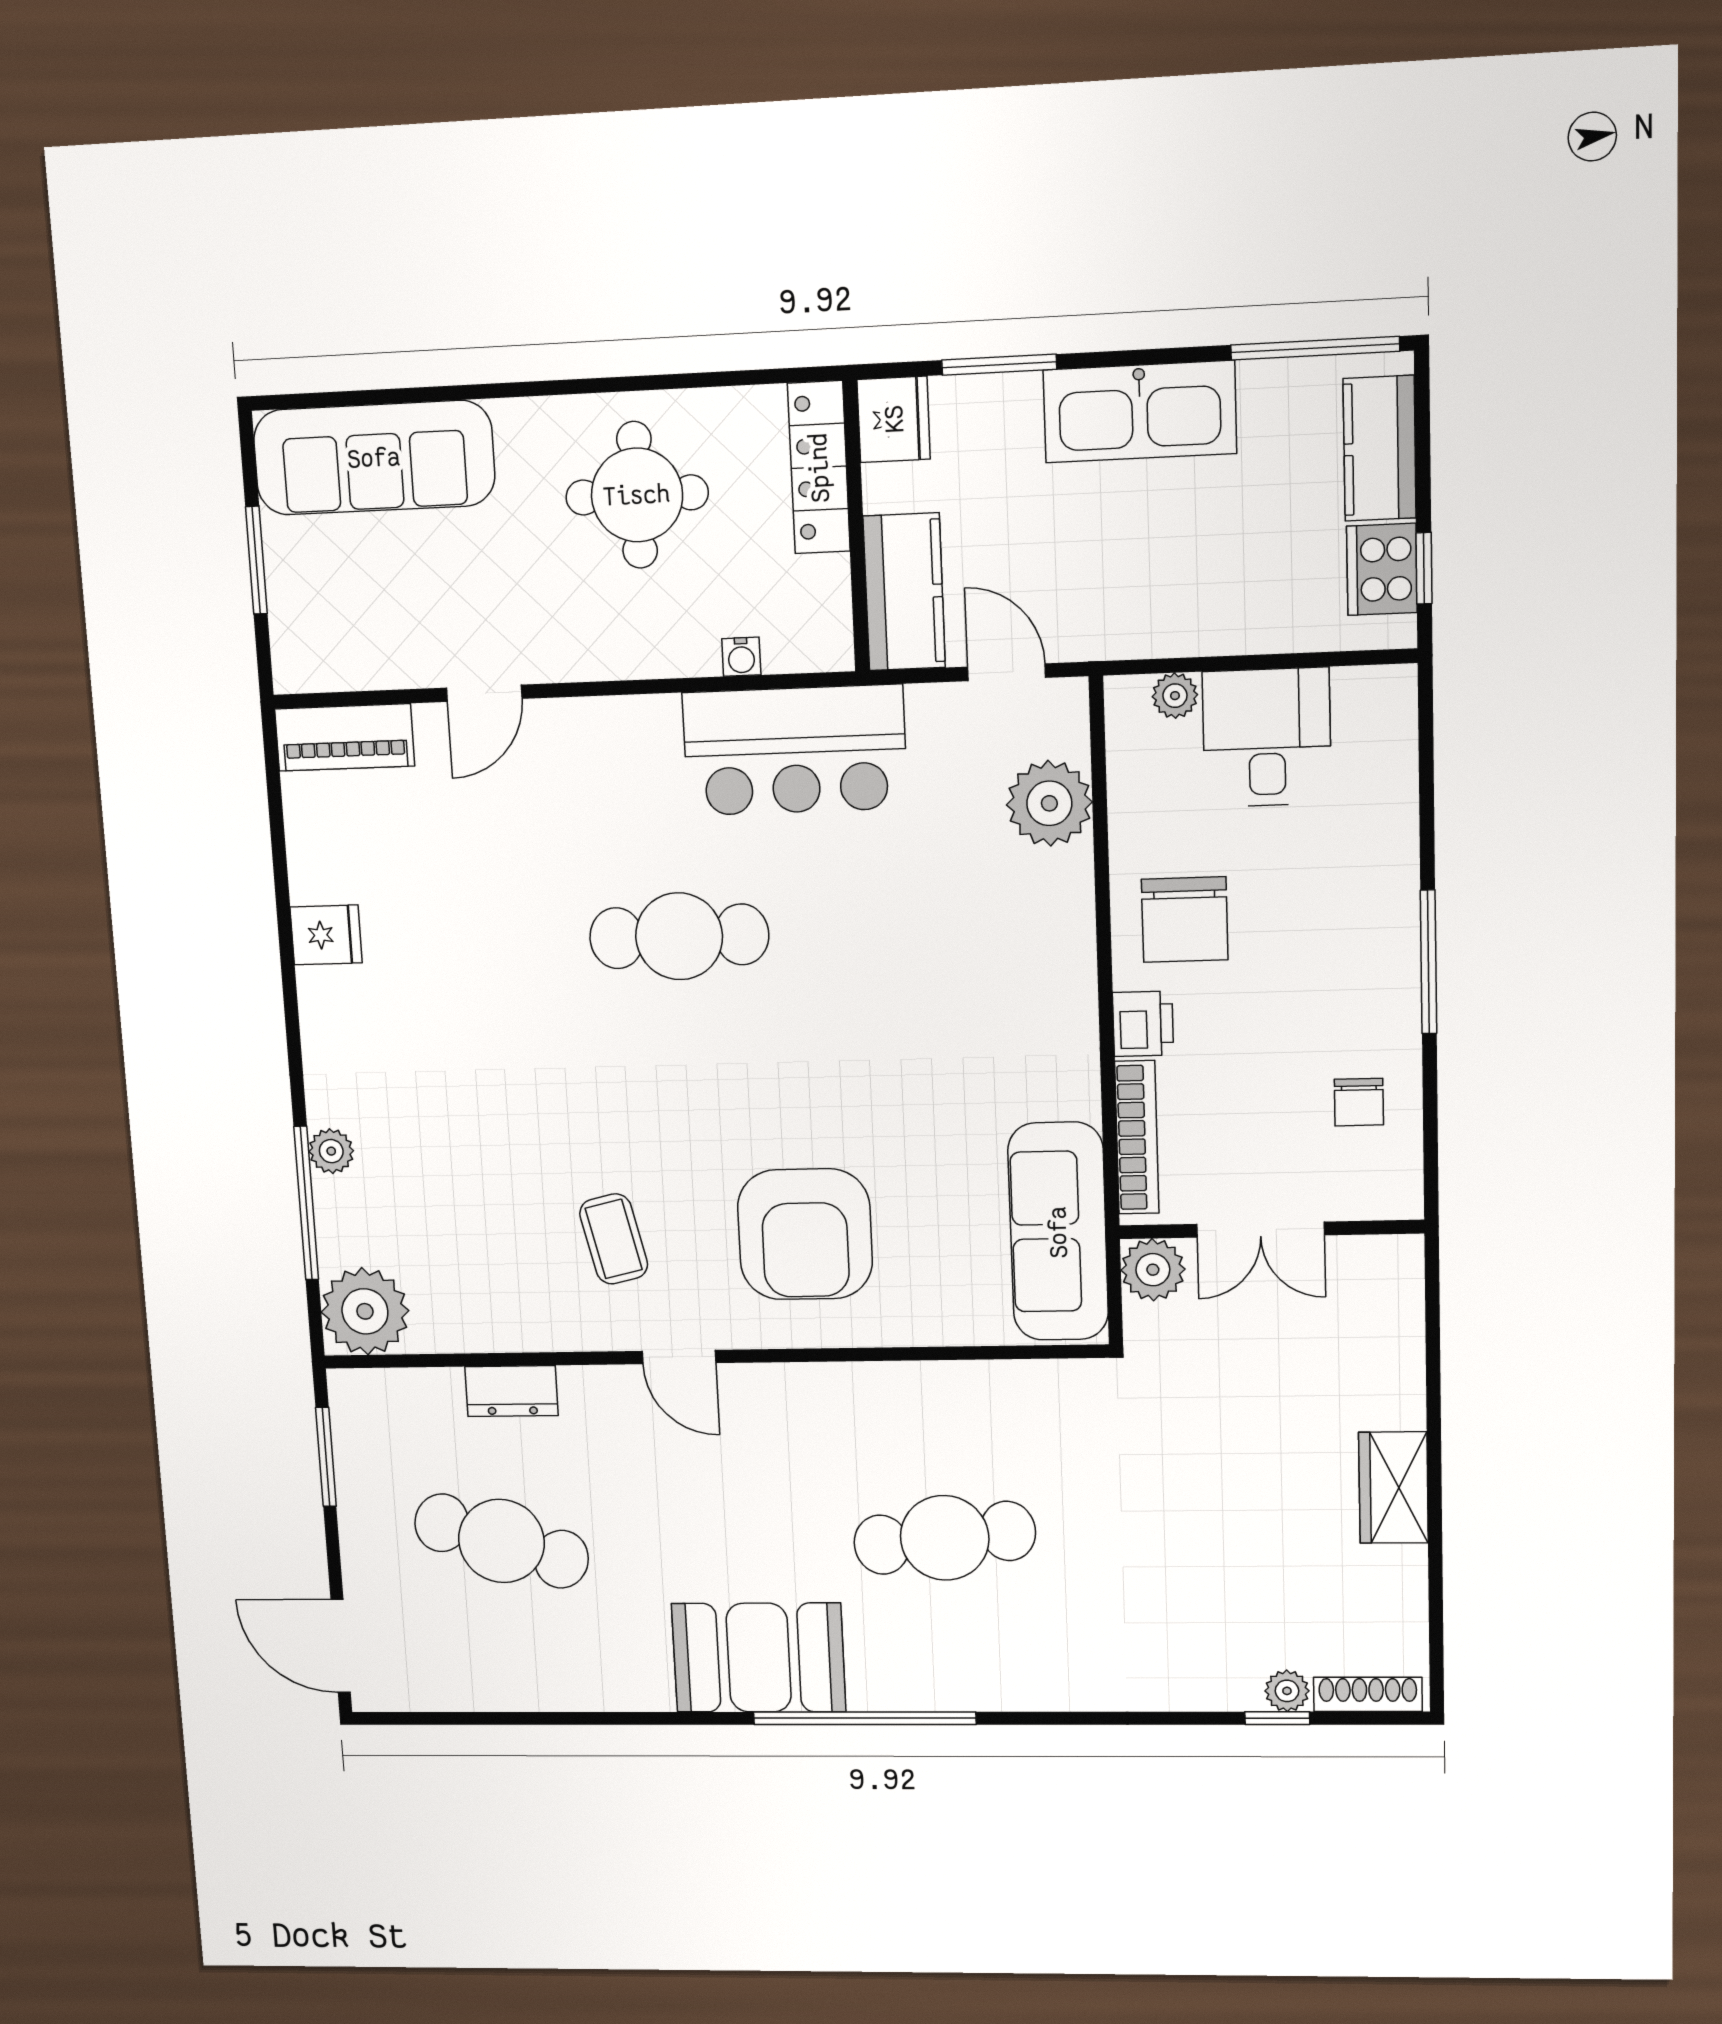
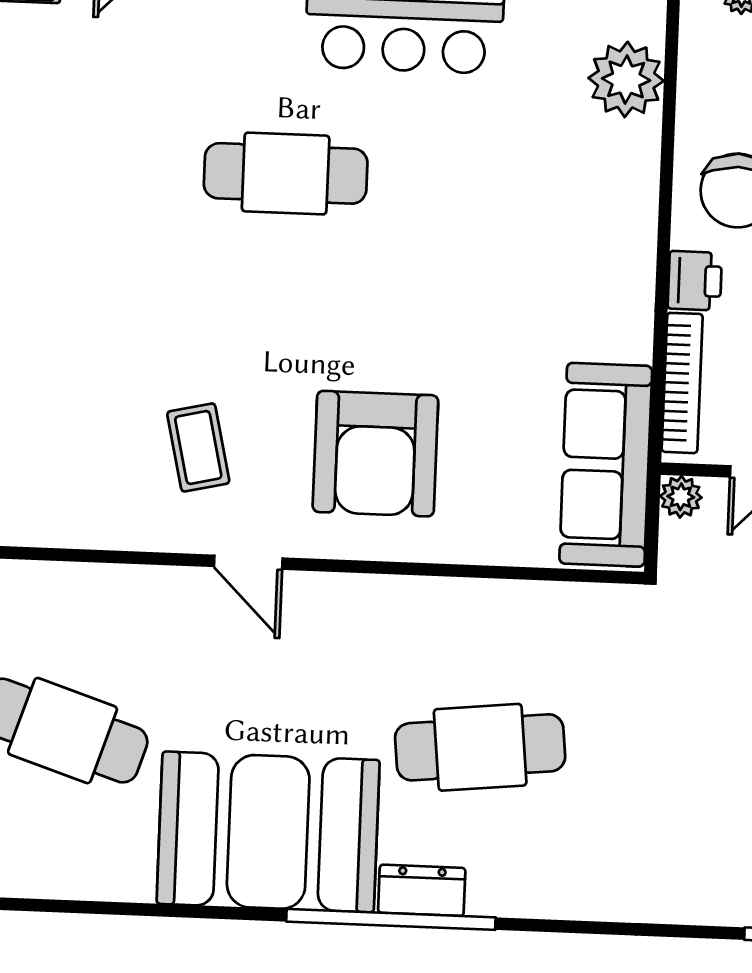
plant: (1153, 1270) -> (681, 497), width x0.73, depth x0.73
dresser: (511, 1391) -> (422, 890), moved, turned 180
booth: (759, 1658) -> (268, 832), width x1.36, depth x1.42

